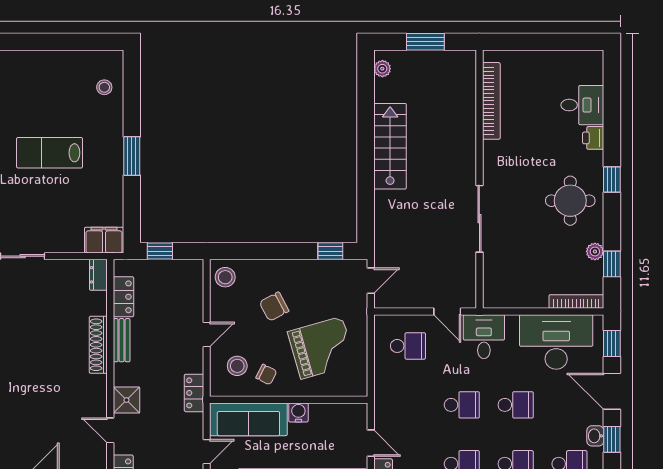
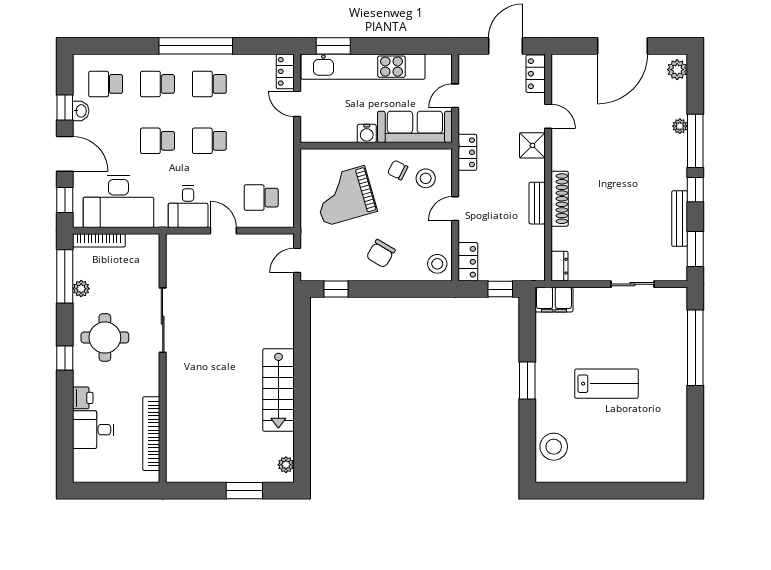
stool: (104, 87) -> (554, 447), width x1.89, depth x1.89
bookcase: (491, 101) -> (151, 434), moved
wall: (479, 179) -> (163, 358), moved
sliding door: (479, 219) -> (163, 320), moved
window: (612, 264) -> (65, 276), width x2.17
locker: (123, 297) -> (468, 262), moved, turned 180
chair: (274, 307) -> (381, 254), moved, turned 149

